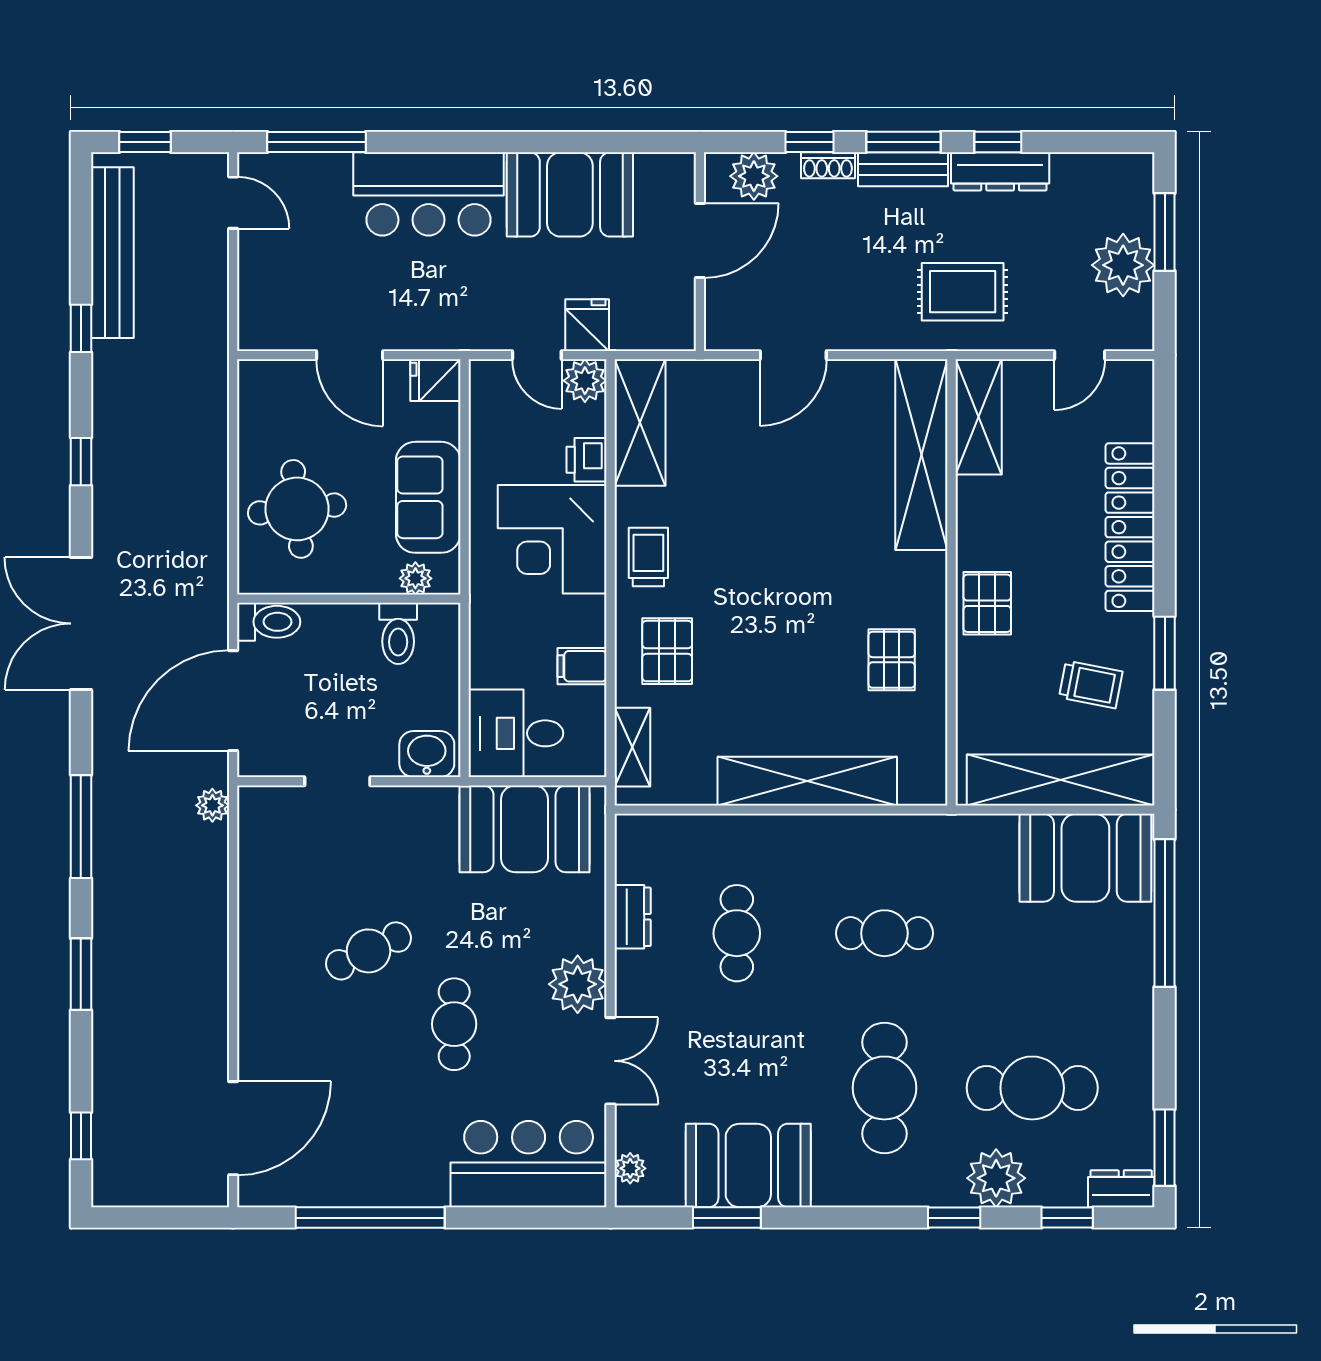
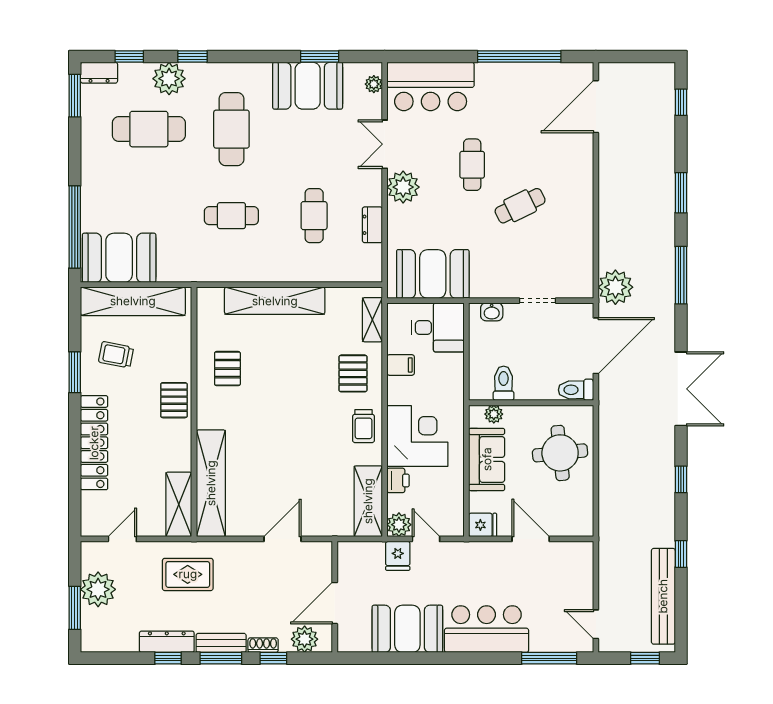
washbasin: (427, 754) -> (492, 312), width x0.72, depth x0.69
plant: (212, 805) -> (615, 287), width x1.87, depth x1.87

